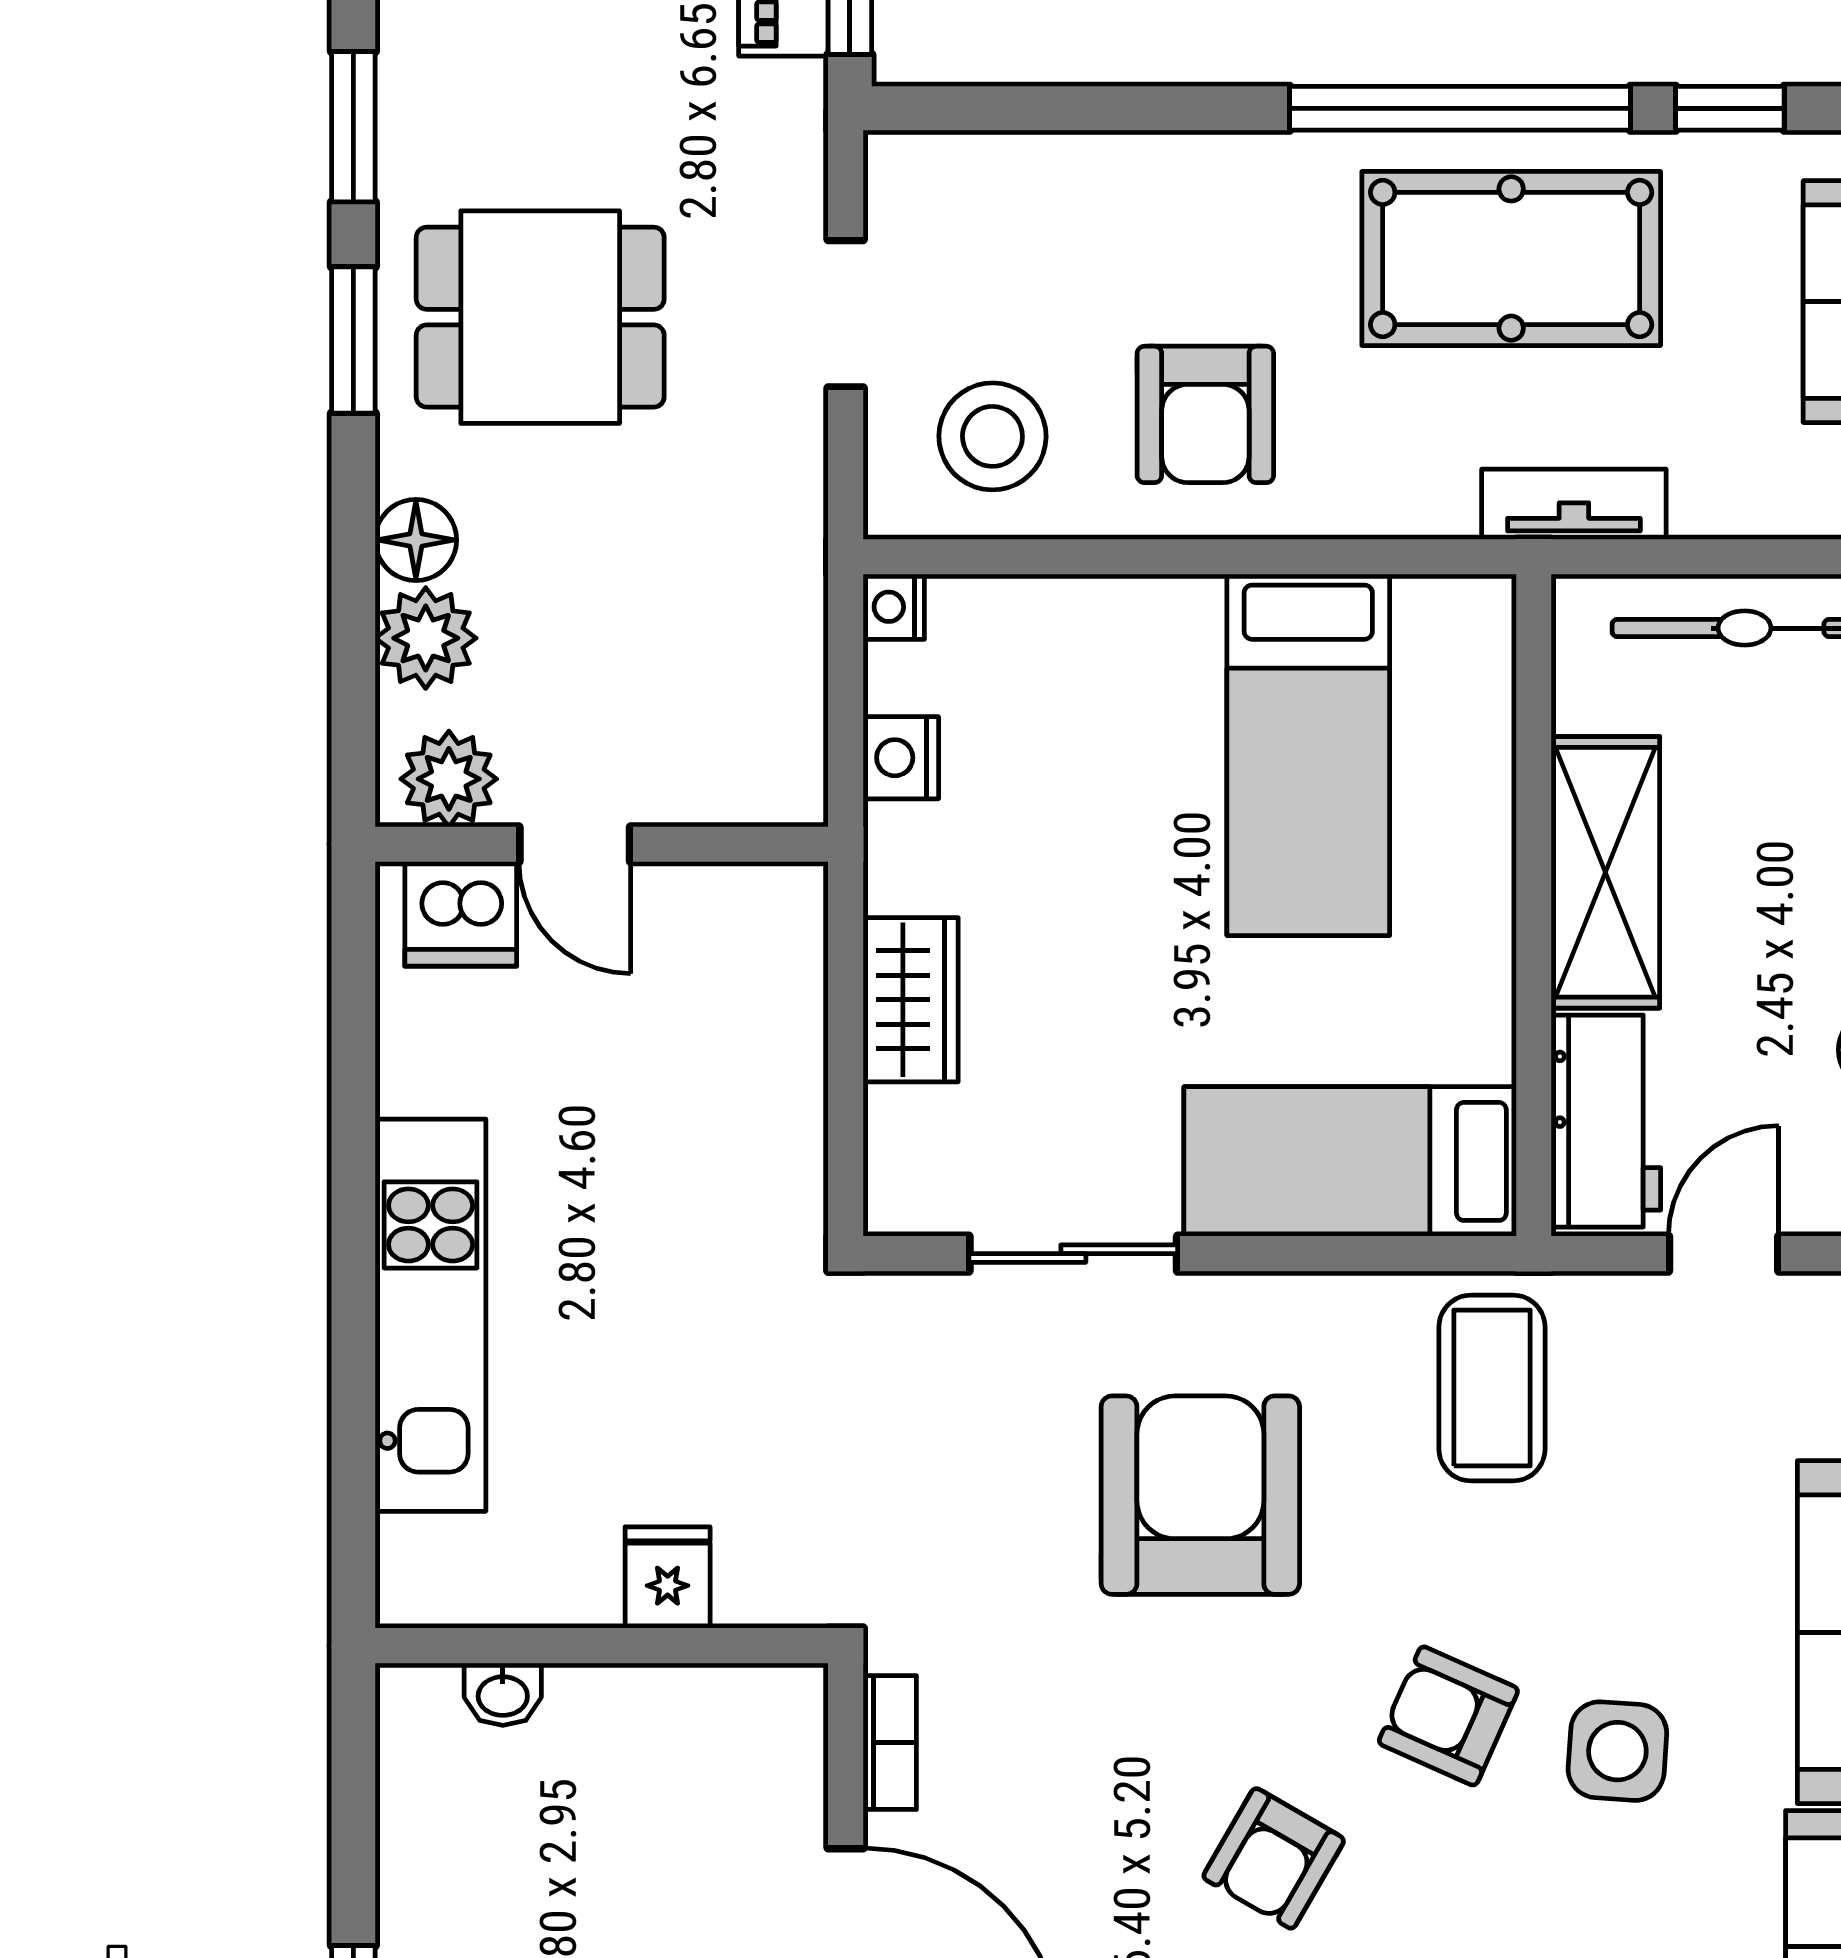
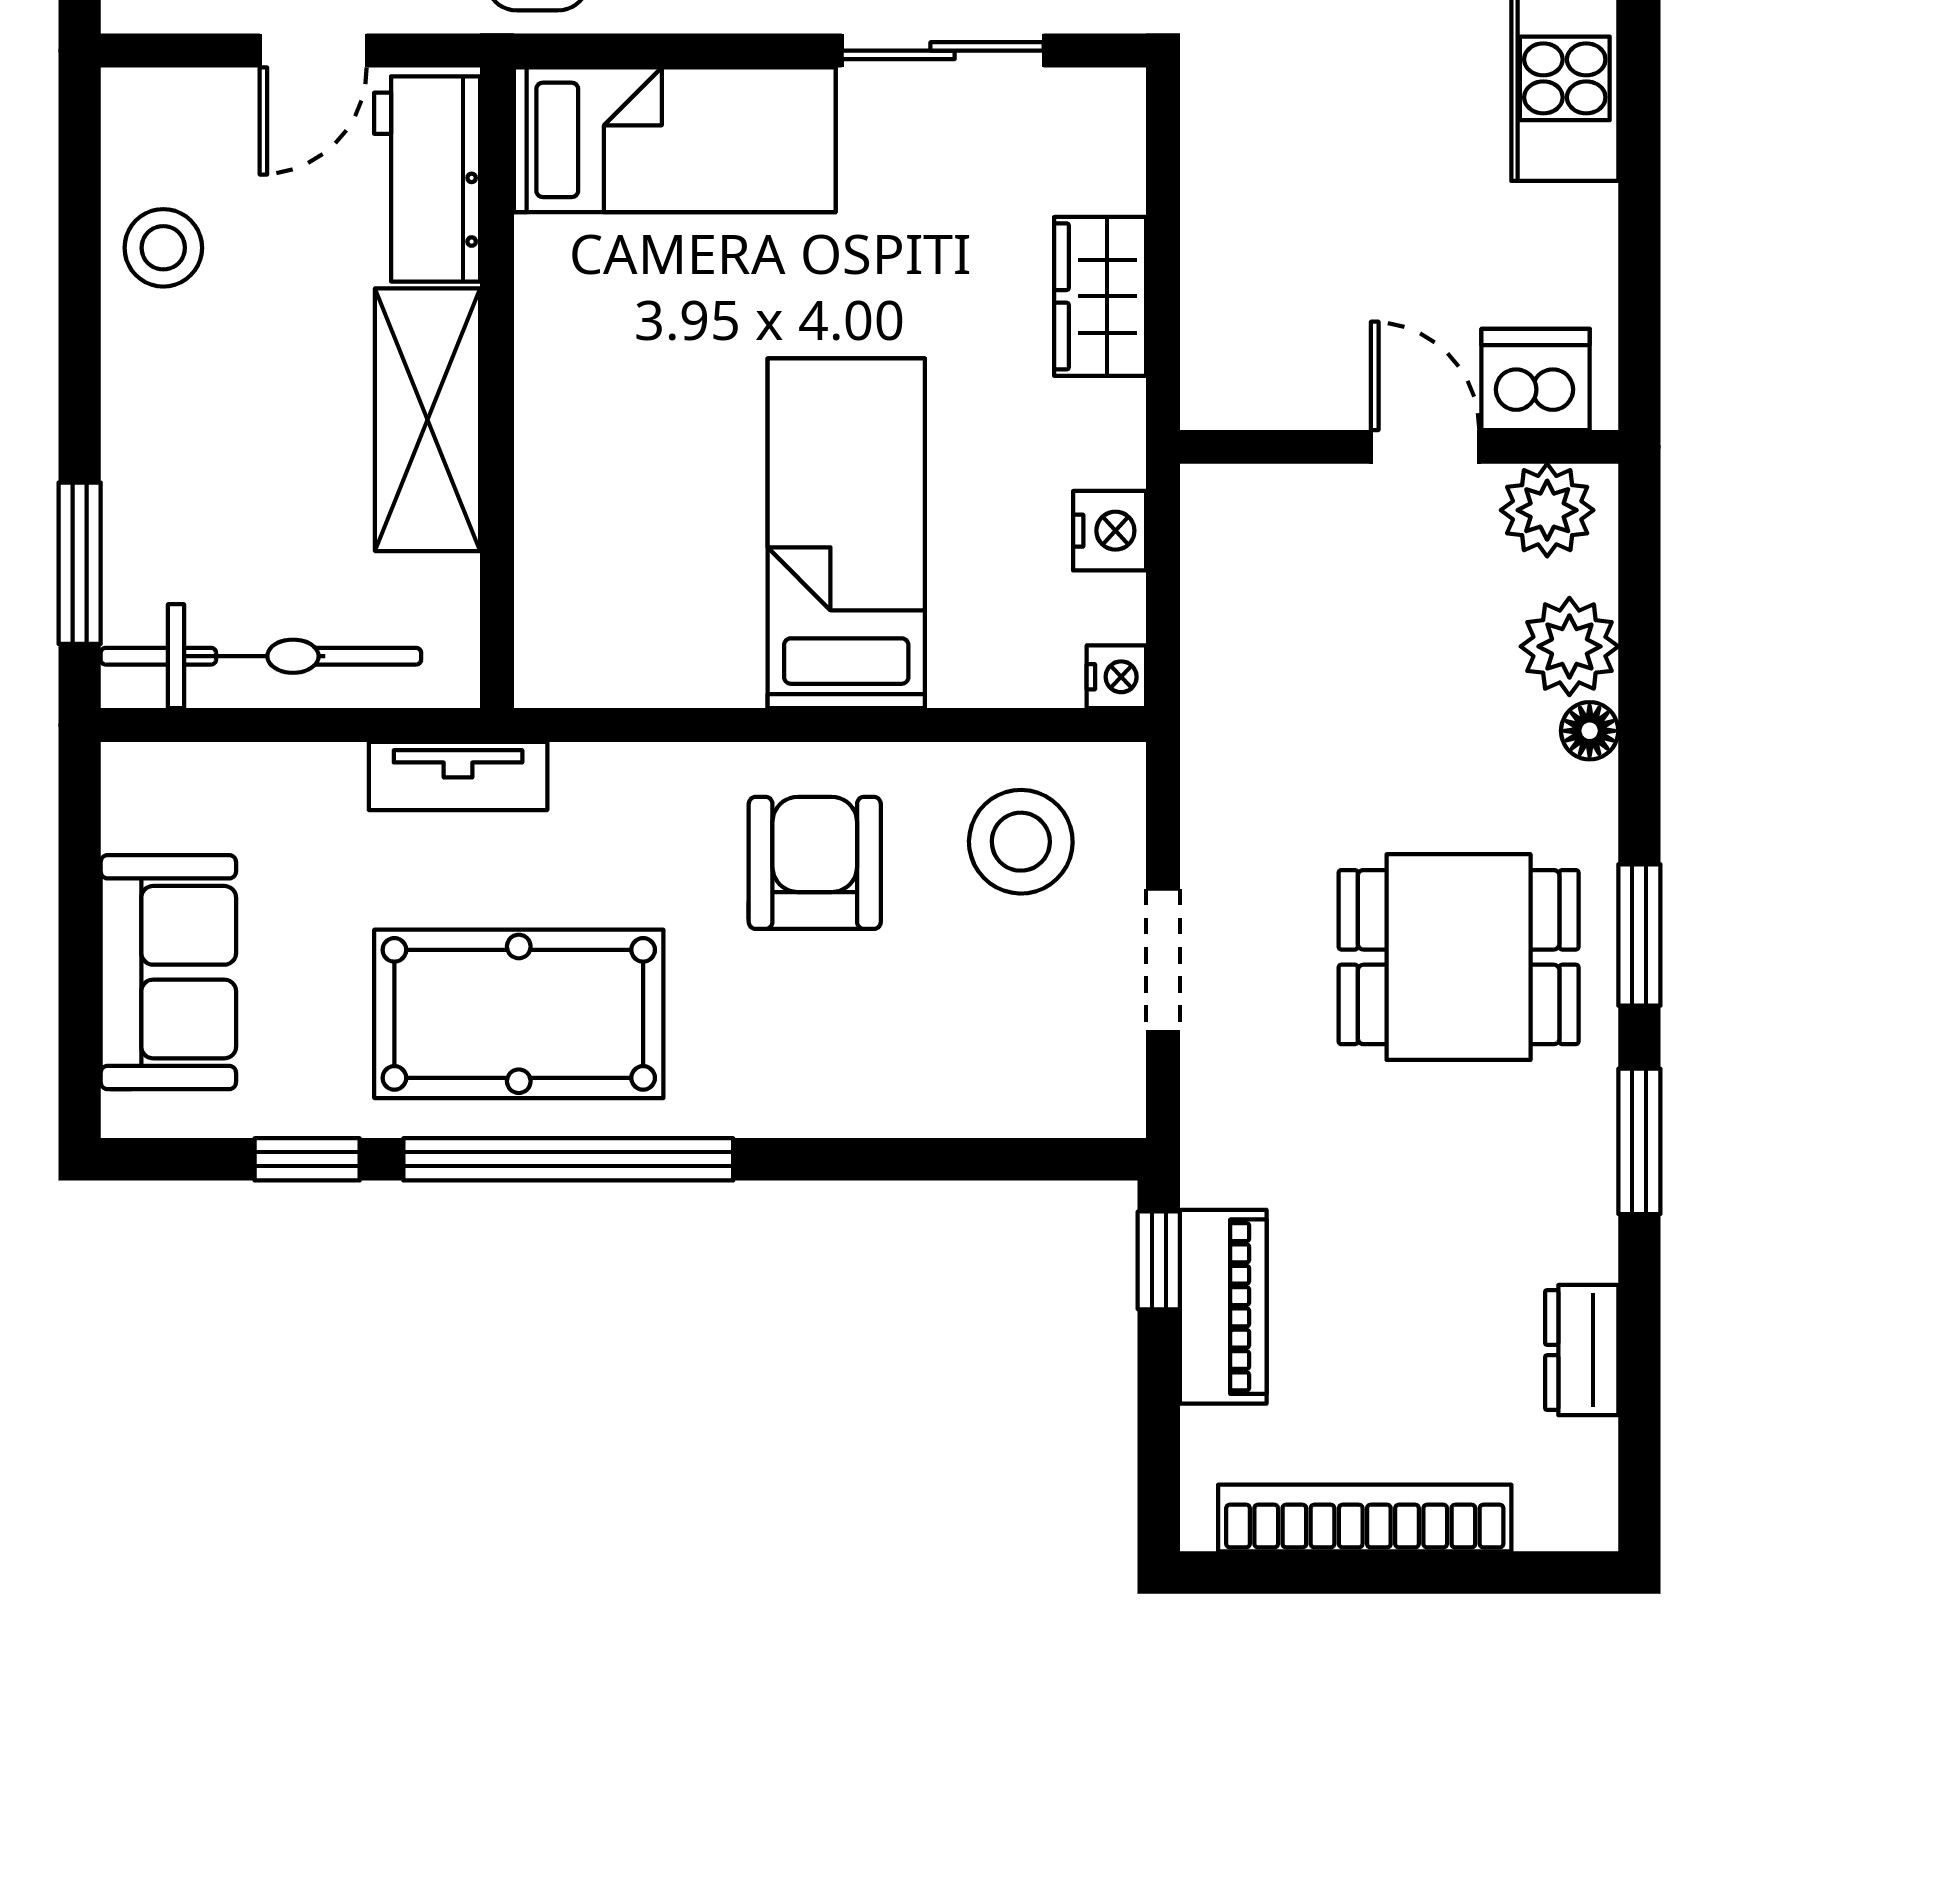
floor lamp: (416, 540) -> (1590, 731), width x0.73, depth x0.73
bed: (1308, 755) -> (846, 533), moved

